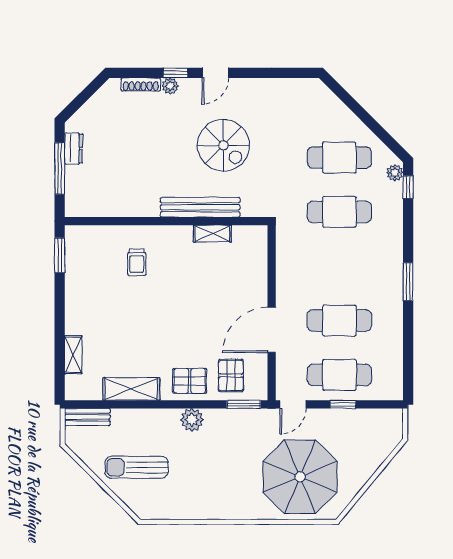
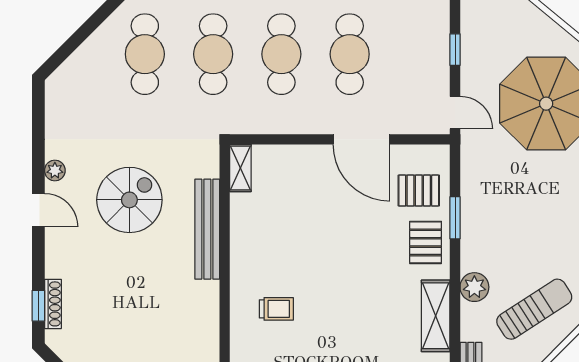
window: (176, 73) -> (38, 306), moved
plant: (170, 86) -> (55, 170), moved
shelving: (212, 234) -> (240, 168), moved
cafe table: (339, 375) -> (281, 54), moved
window: (244, 404) -> (455, 218), moved
plant: (192, 420) -> (474, 287), moved
sun lounger: (137, 467) -> (534, 309), turned -123

